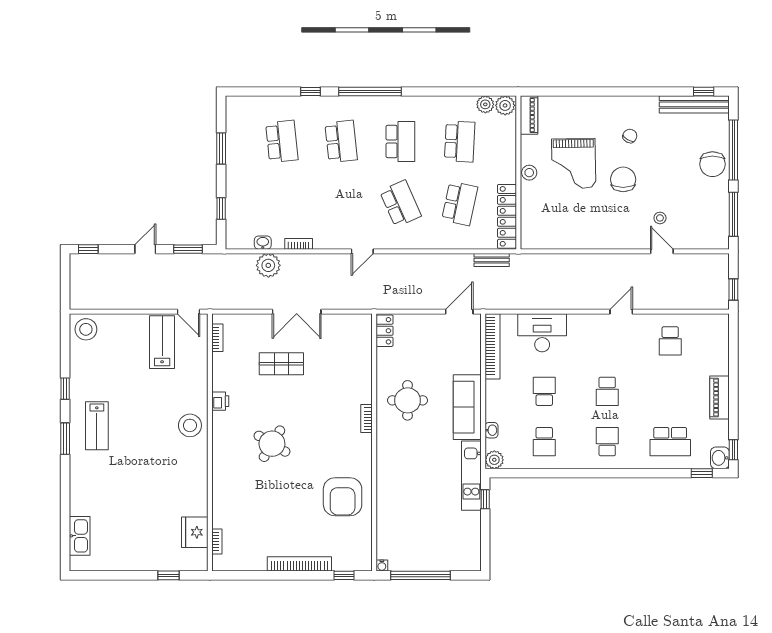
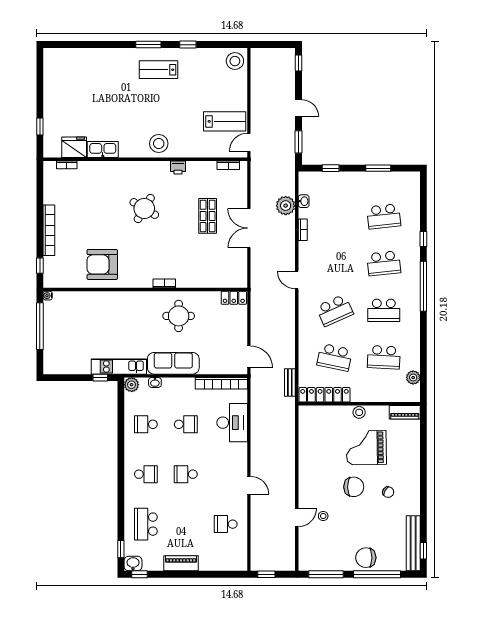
plant: (505, 105) -> (412, 393), removed
kitchen sink: (80, 536) -> (103, 150), moved, turned 180

